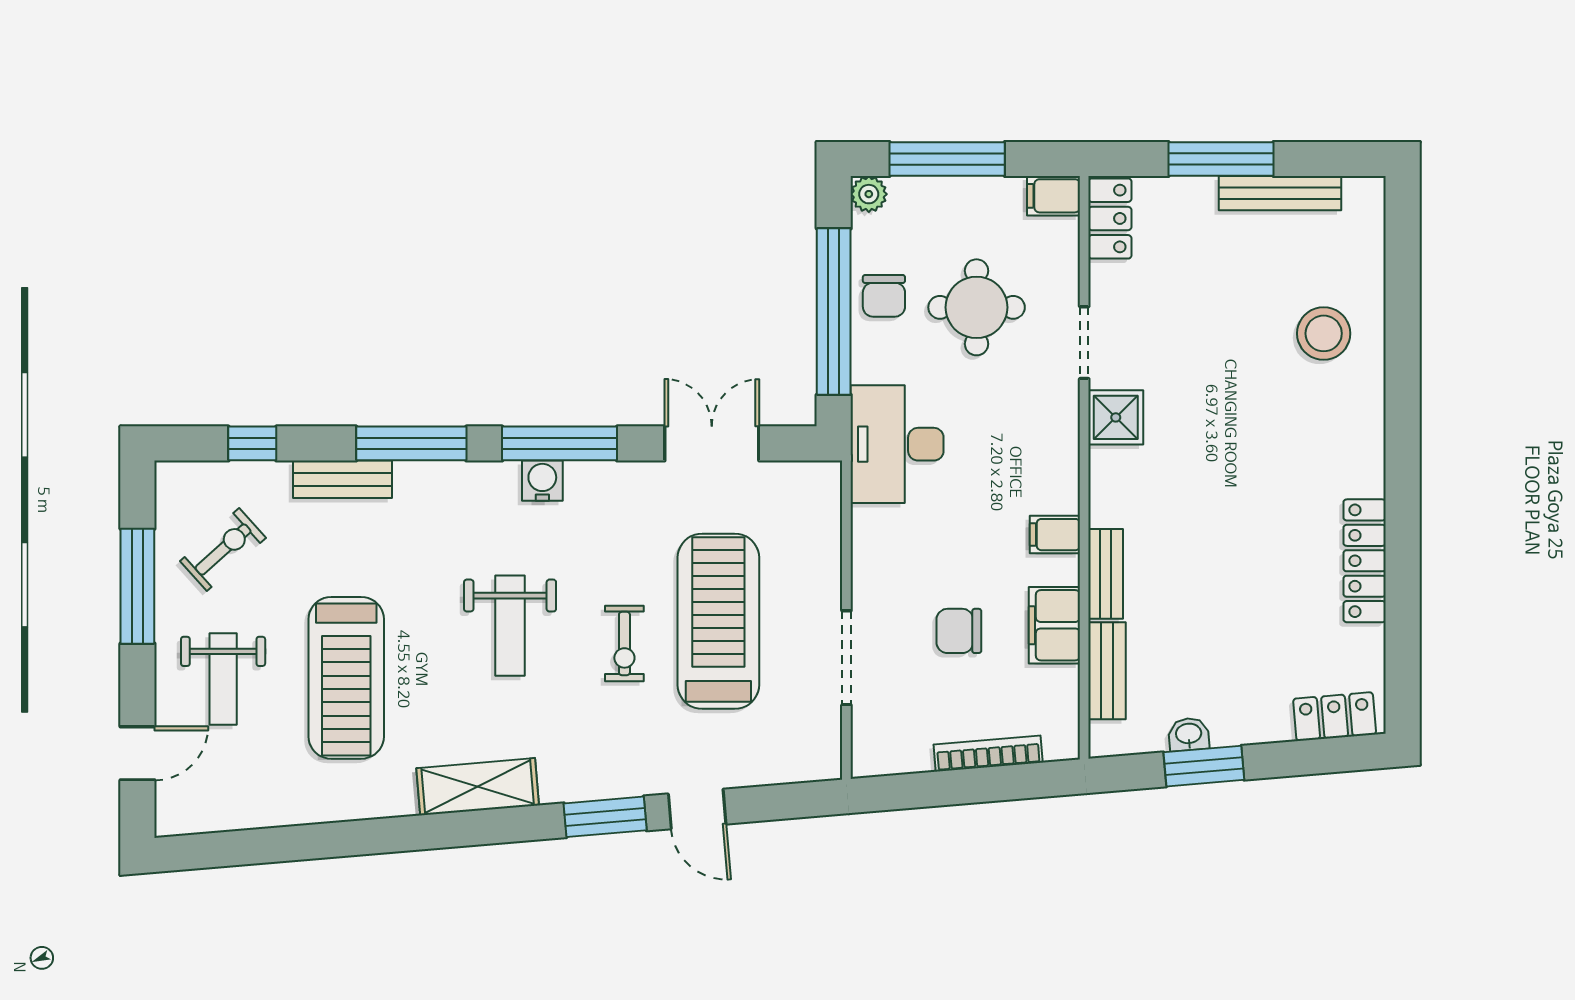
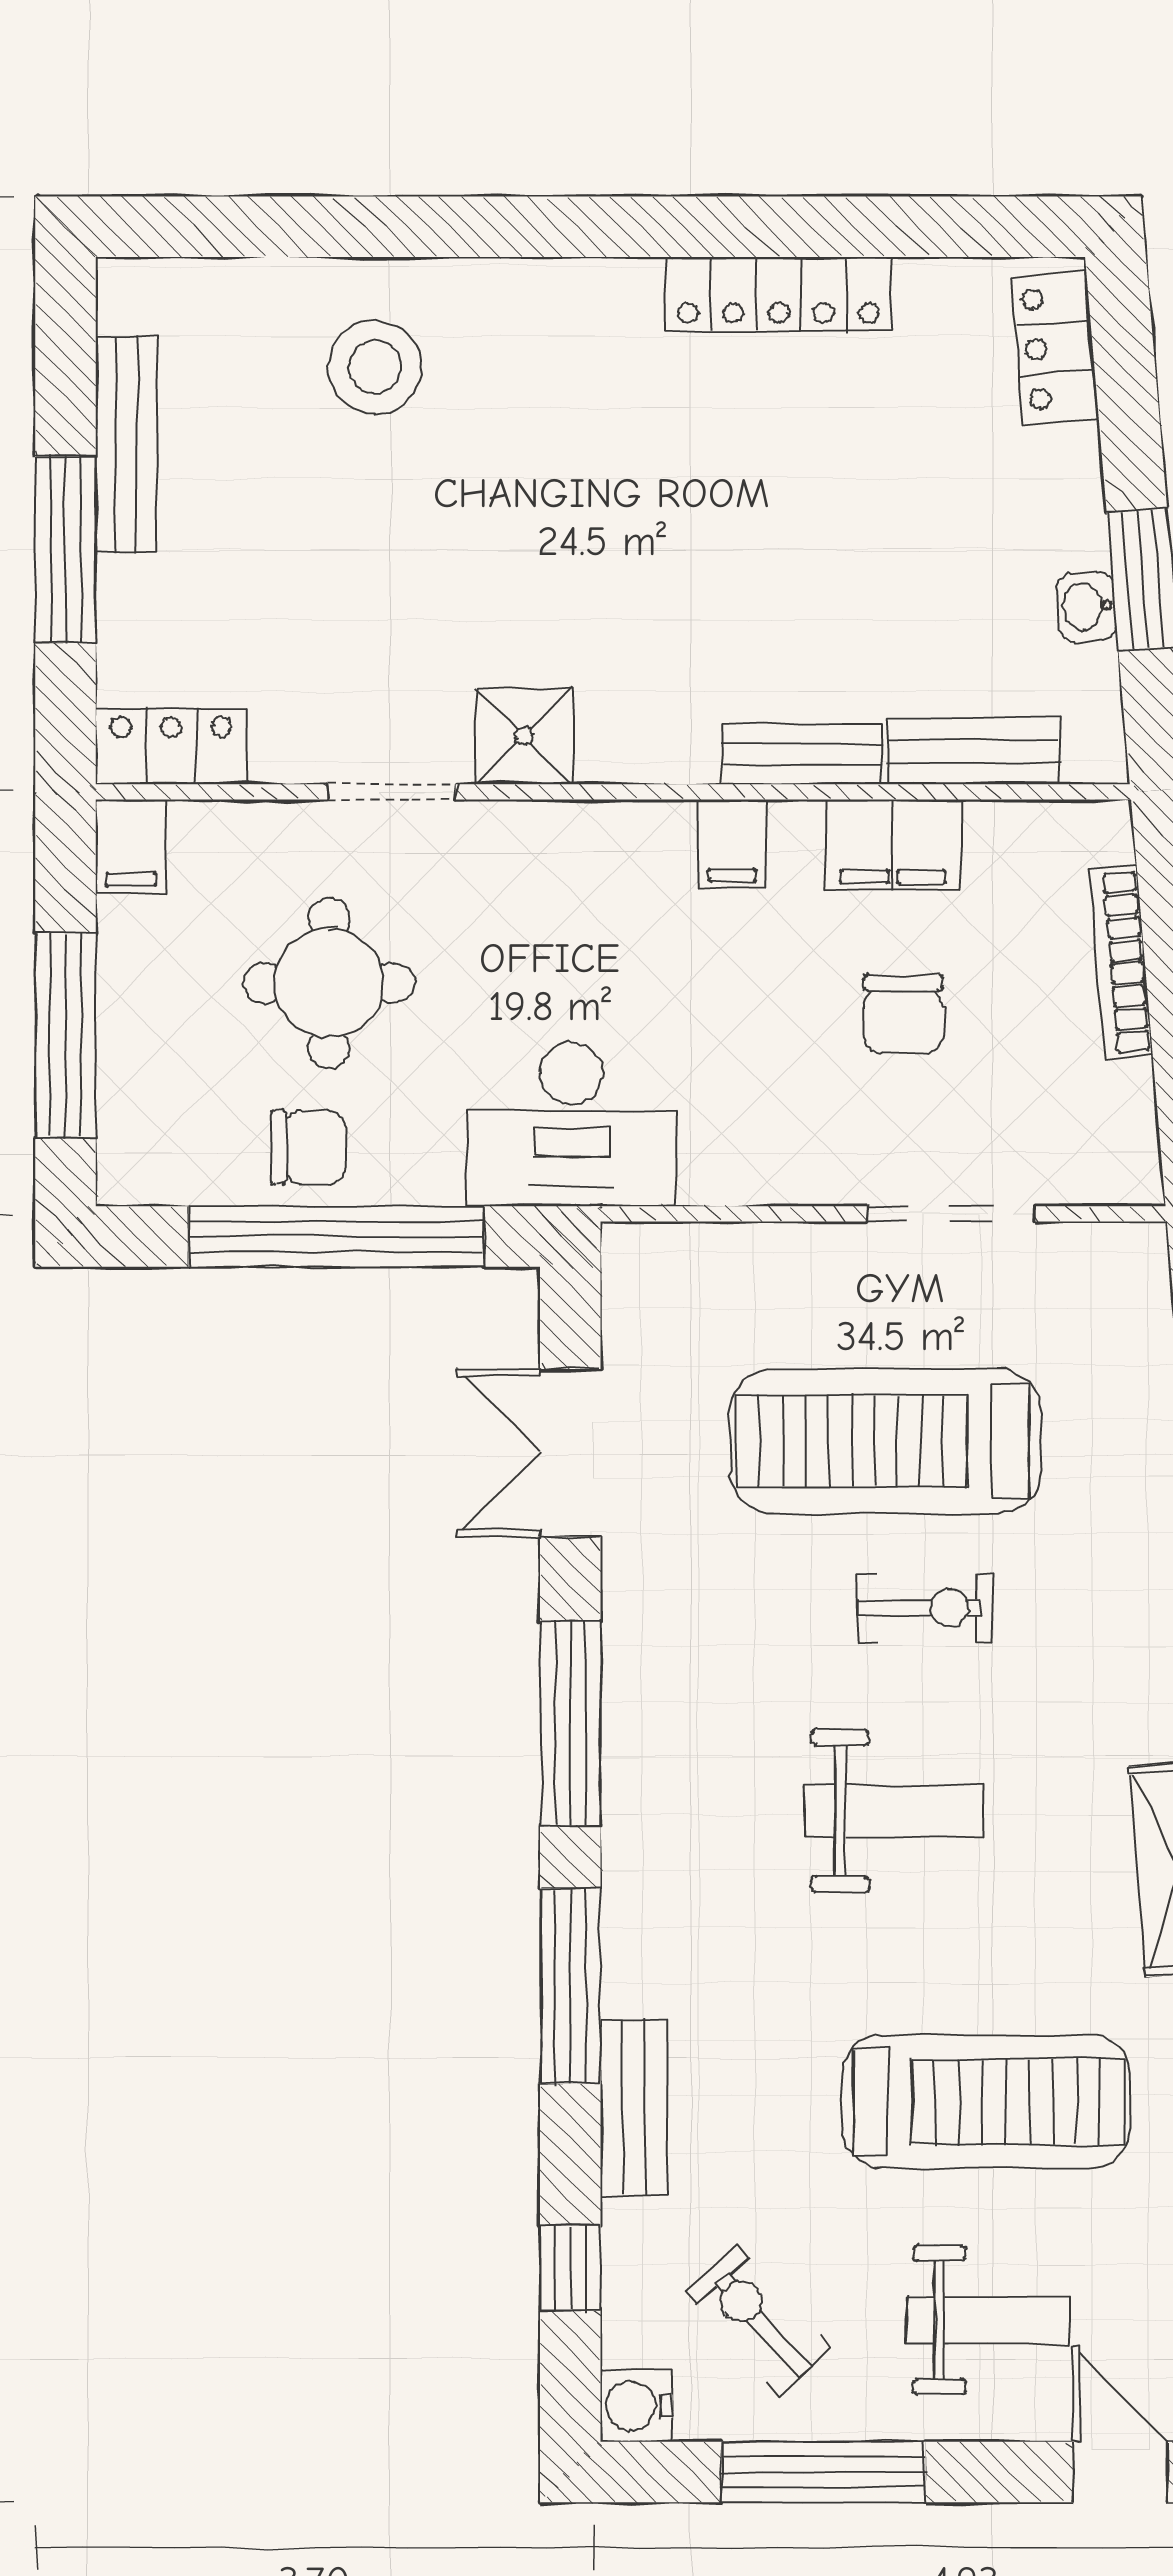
plant: (869, 194) -> (128, 1174), removed
water cooler: (542, 481) -> (636, 2406), moved

